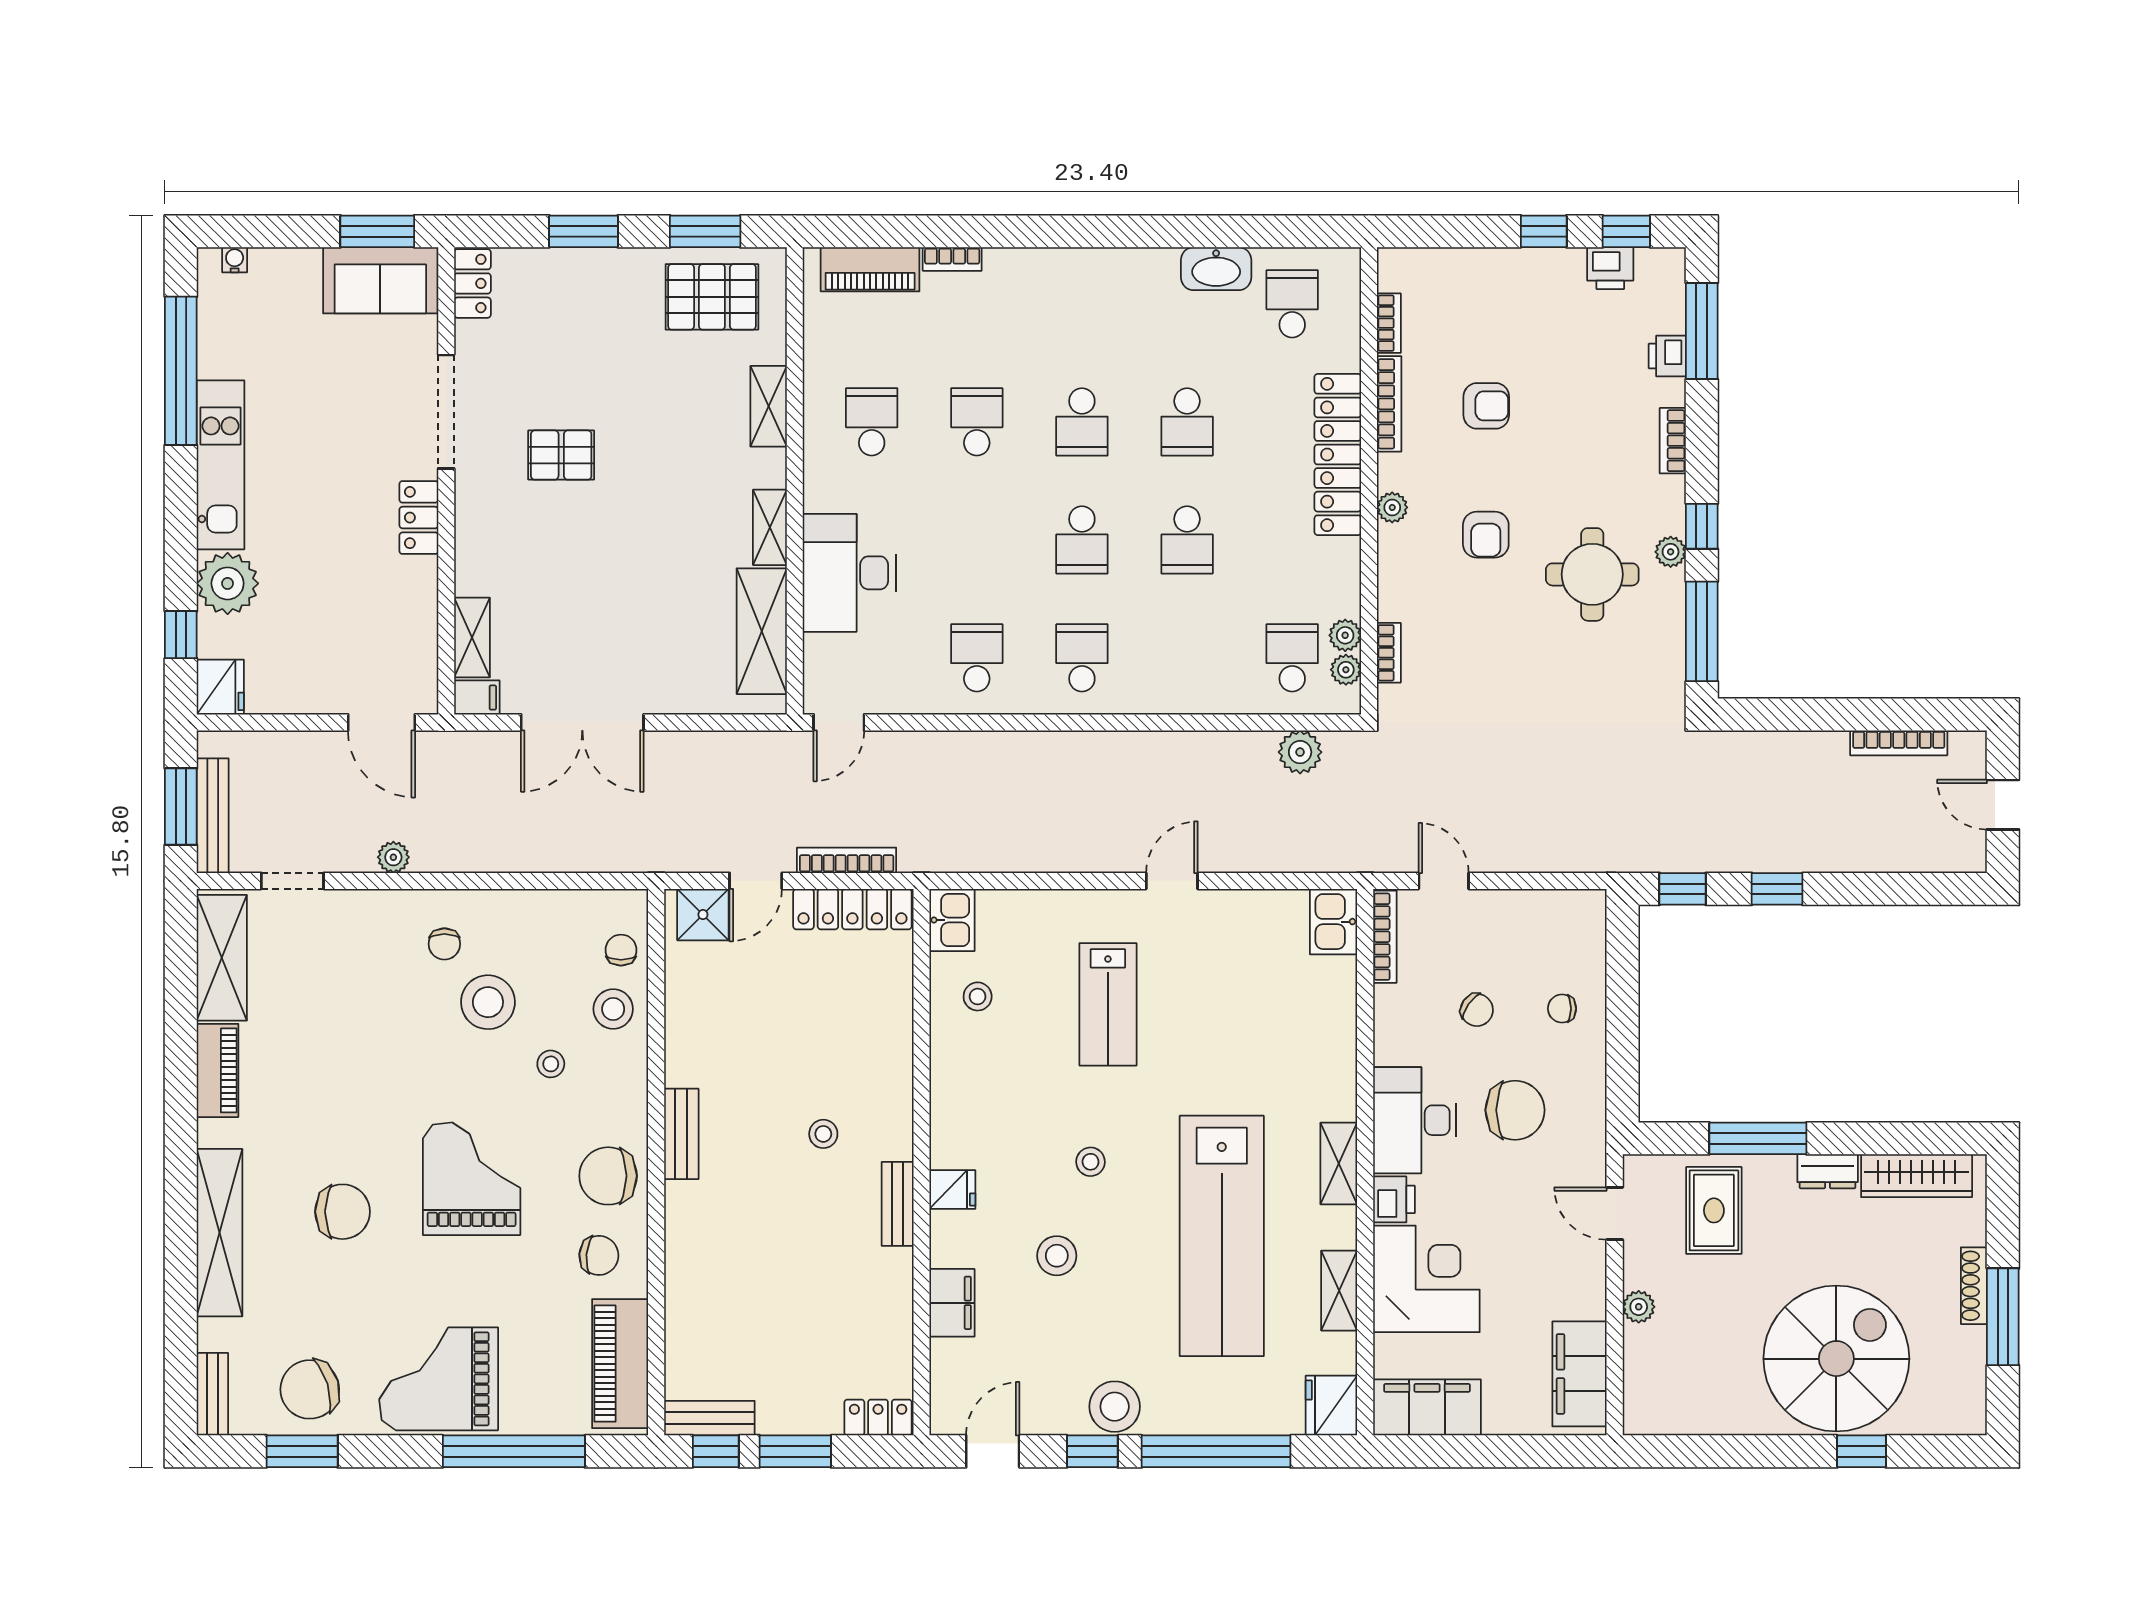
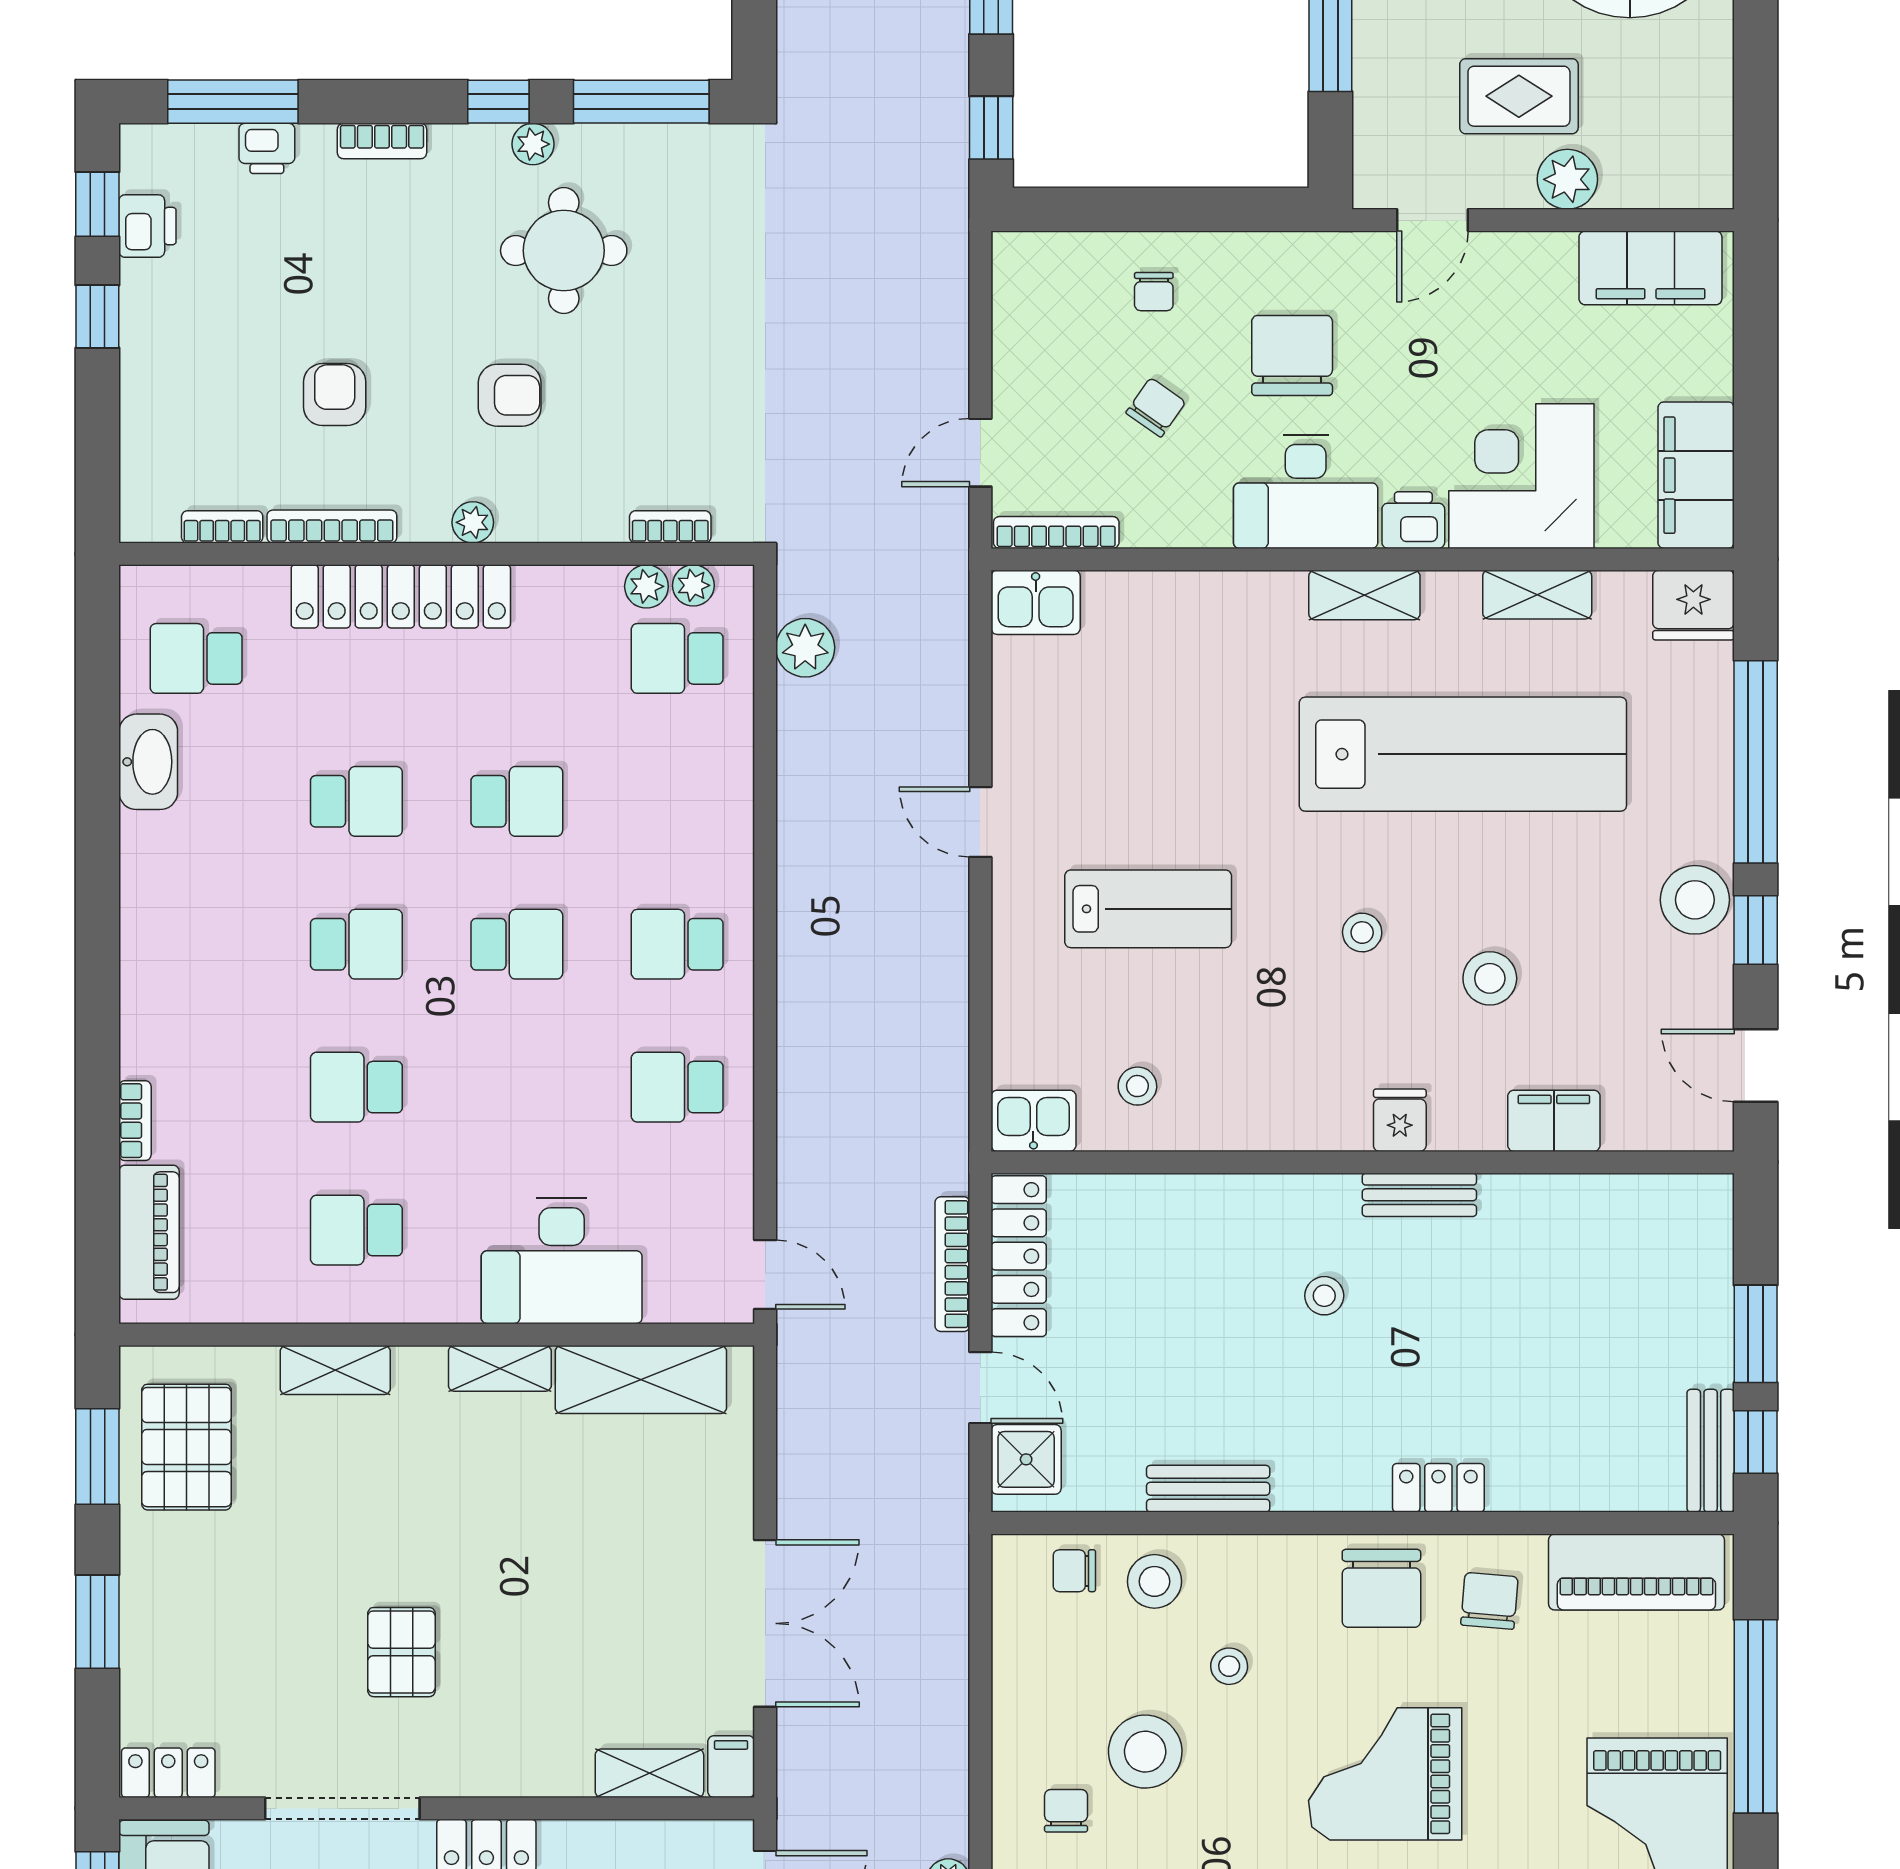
chair: (444, 944) -> (1066, 1811), turned -90
bench: (681, 1134) -> (1208, 1489), moved
rug: (1714, 1210) -> (1519, 96), moved
plant: (1639, 1307) -> (1567, 179), width x1.38, depth x1.38
locker: (878, 1417) -> (1438, 1488), moved, turned 90

